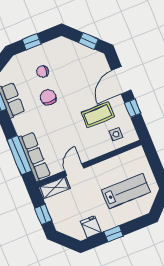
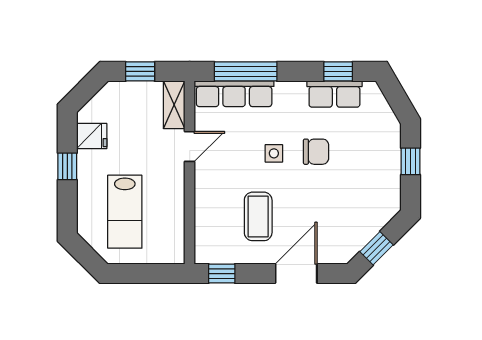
chair: (43, 72) -> (358, 159), removed
door: (121, 80) -> (296, 274), hinge flipped
window: (133, 108) -> (222, 274), moved
side table: (116, 134) -> (274, 153), moved
door: (74, 169) -> (190, 147), hinge flipped

